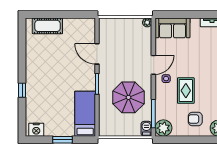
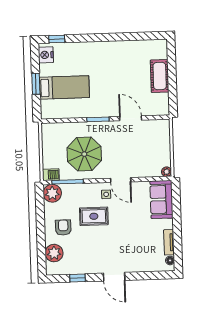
cot: (47, 26) -> (160, 76), moved
door: (97, 54) -> (131, 118), hinge flipped
window: (22, 90) -> (57, 39), moved
bed: (85, 114) -> (64, 87), moved

